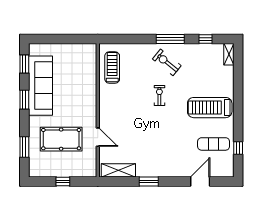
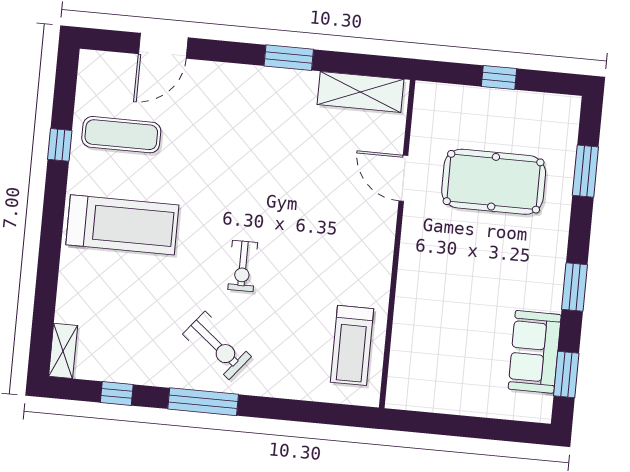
sofa: (41, 86) -> (535, 352), width x0.54, depth x0.79
window: (238, 148) -> (60, 145), moved

